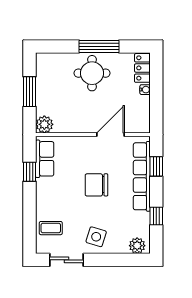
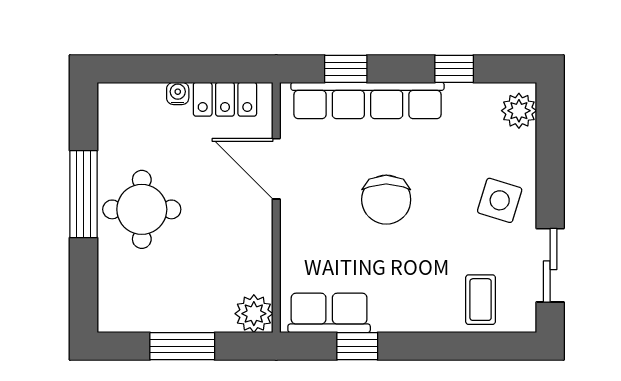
locker: (142, 68) -> (225, 99), moved

